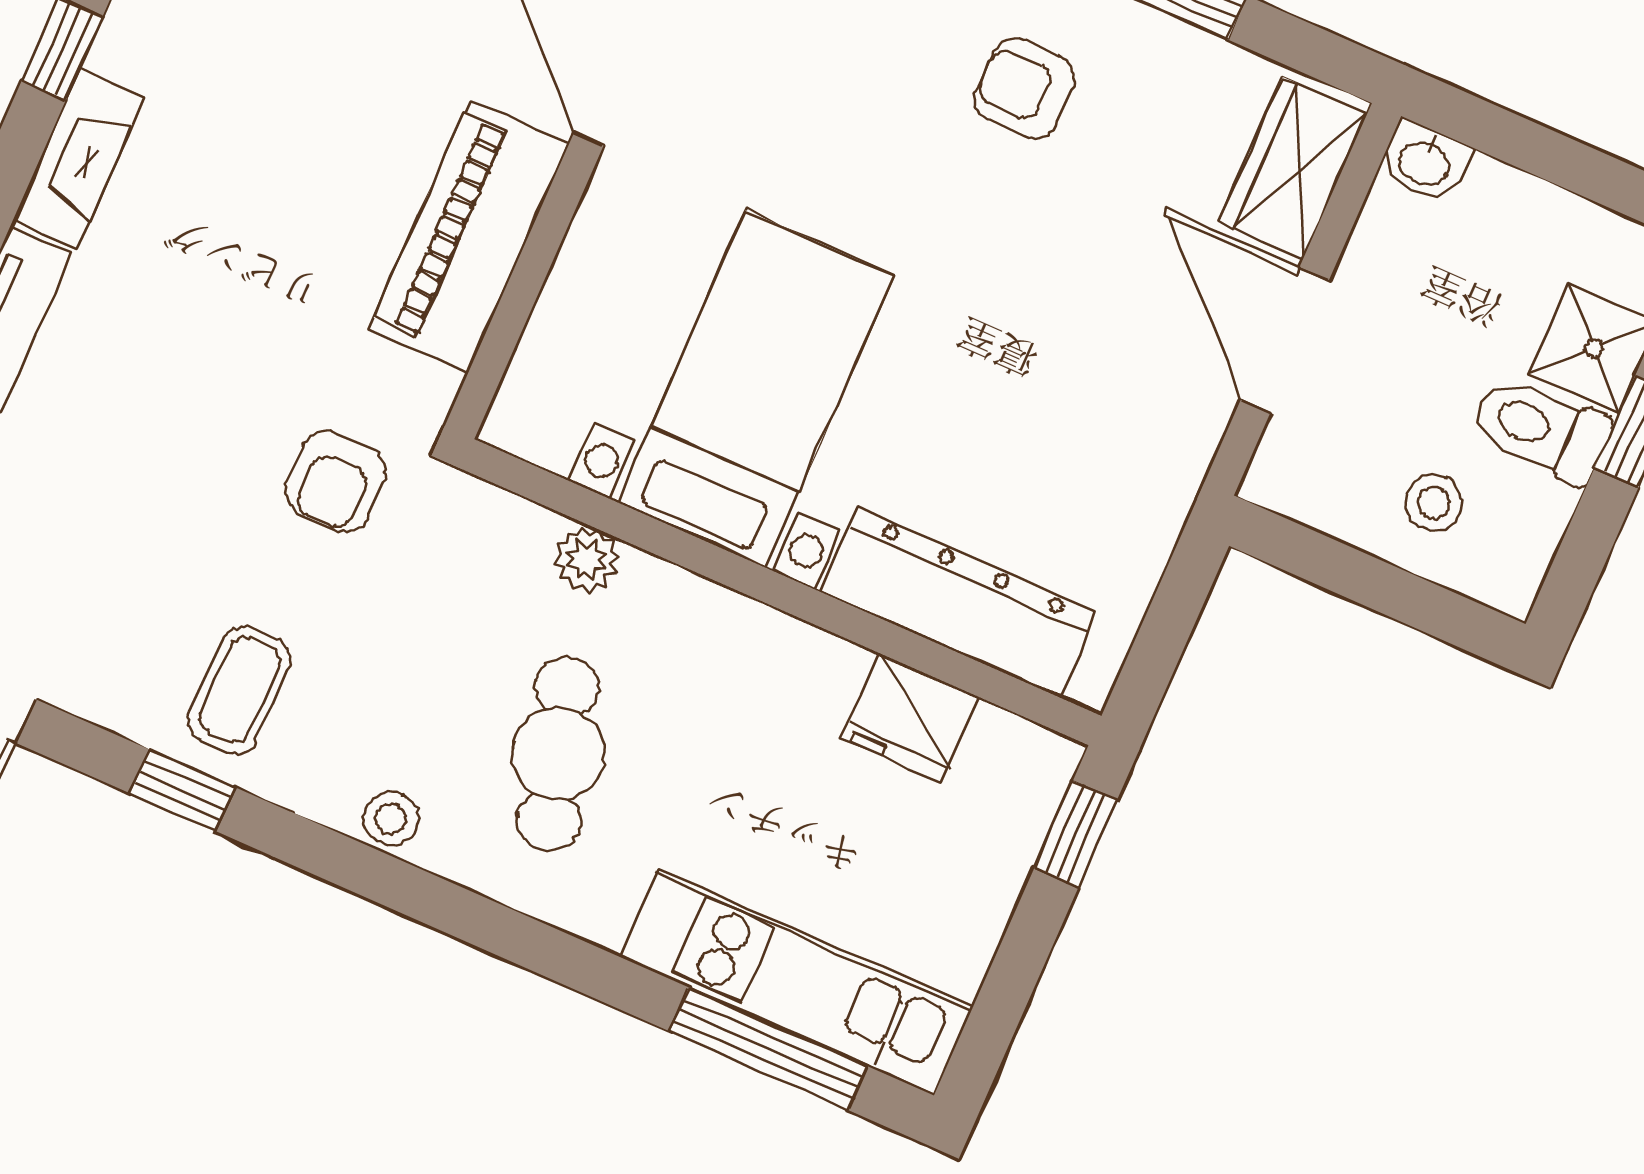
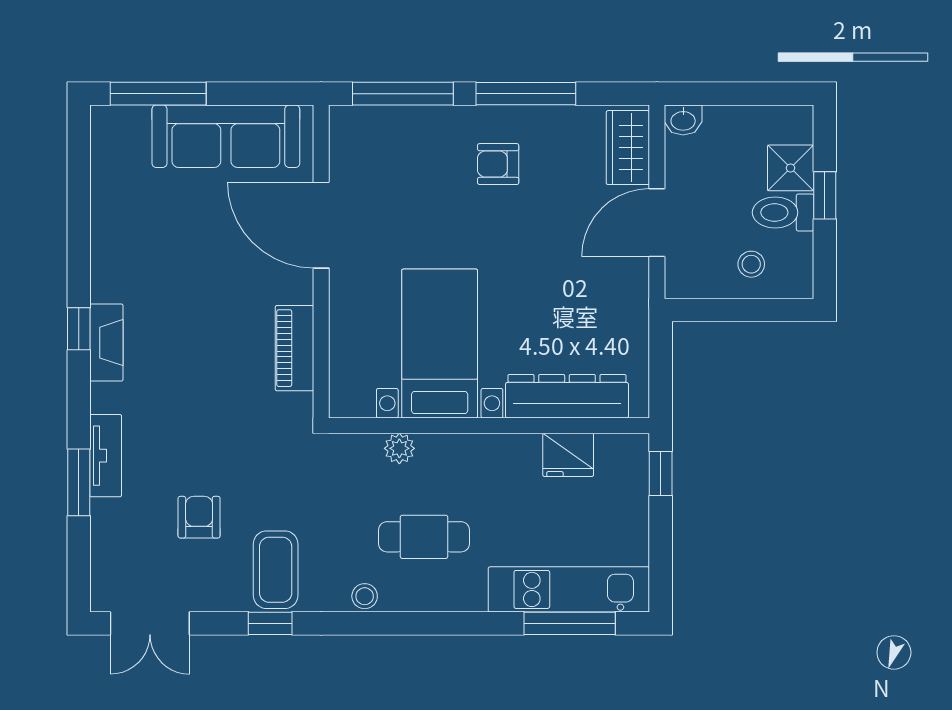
fireplace: (78, 159) -> (106, 343), moved
piano: (469, 237) -> (295, 348), width x0.73, depth x0.75
door: (1285, 340) -> (657, 223), hinge flipped
armchair: (336, 482) -> (199, 517), moved, turned 180
coffee table: (239, 690) -> (276, 570), width x1.36, depth x1.30
cafe table: (558, 754) -> (424, 537), turned -74

